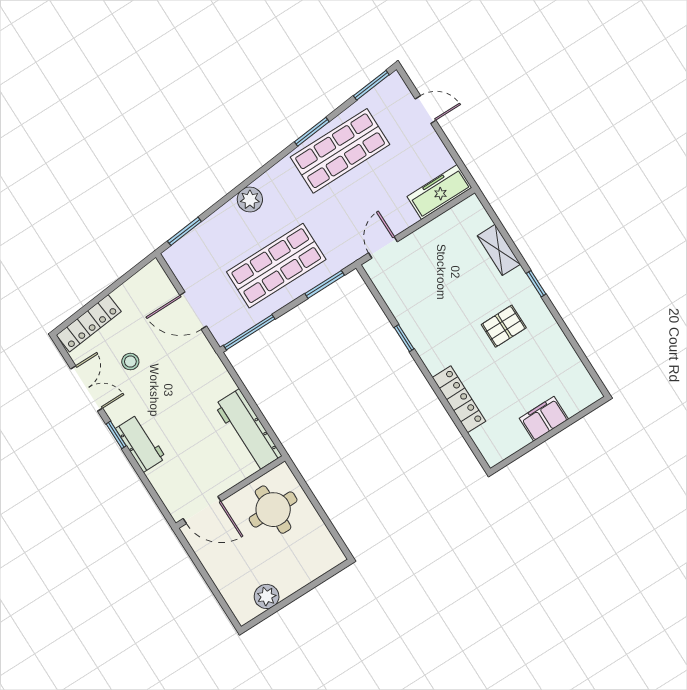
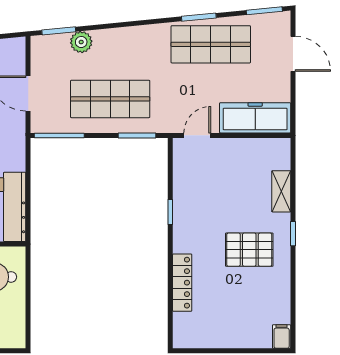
door: (426, 110) -> (293, 54), width x1.38
freezer: (439, 192) -> (255, 118), width x1.36, depth x1.26
plant: (250, 200) -> (81, 42), moved
pallet: (504, 326) -> (249, 250), width x1.50, depth x1.42
filing cabinet: (544, 419) -> (282, 337), moved, width x0.50

